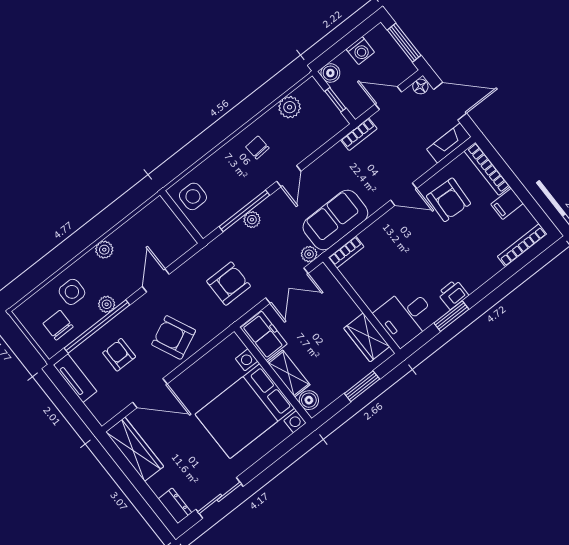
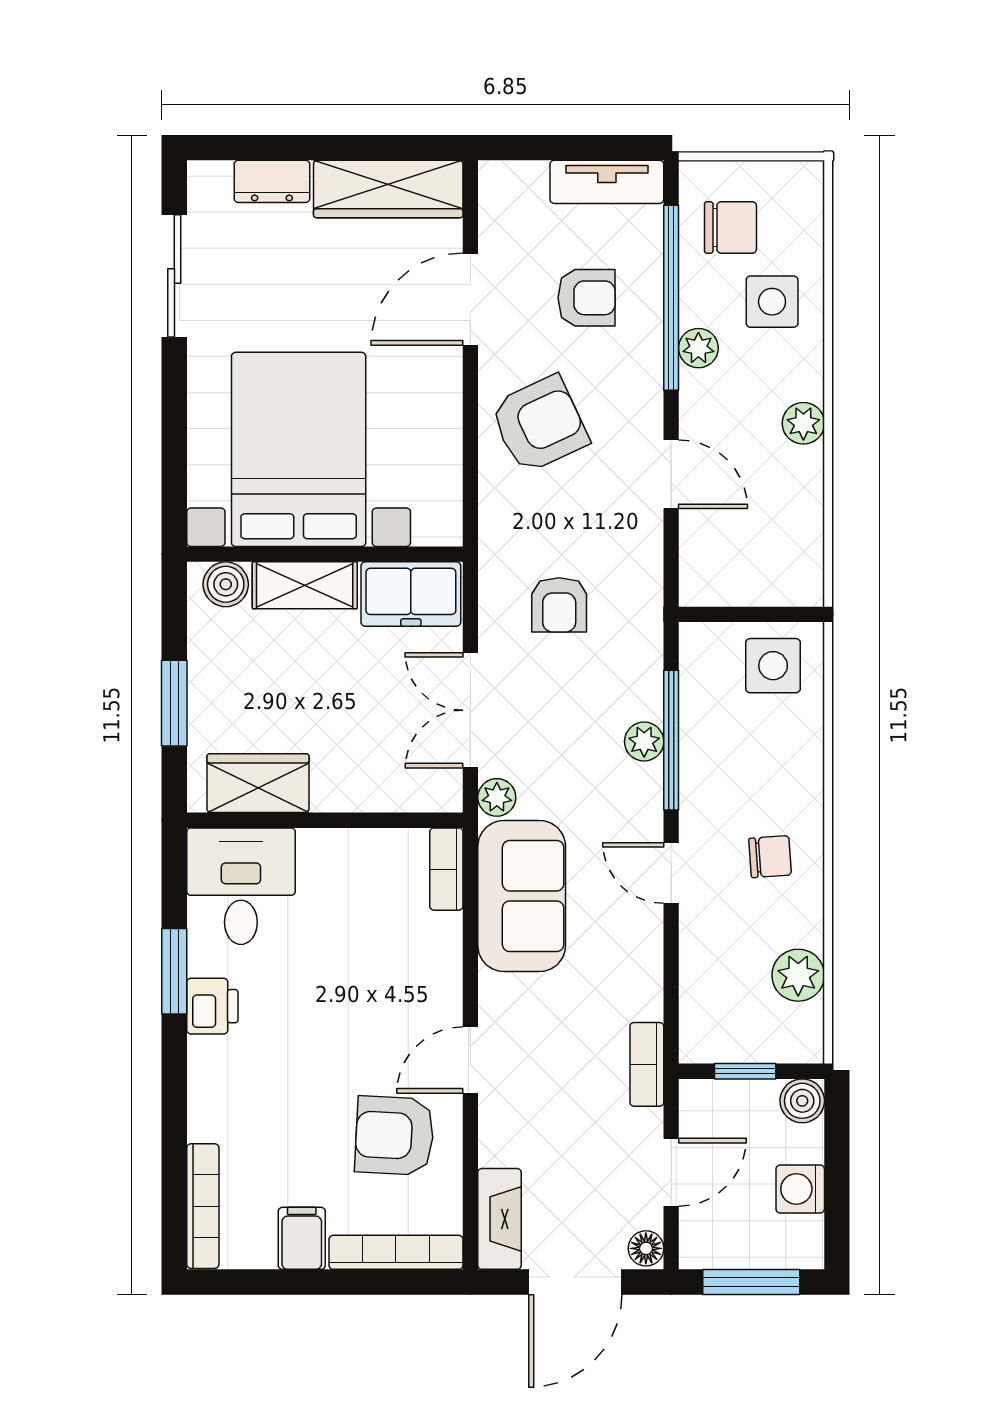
armchair: (229, 284) -> (559, 605), width x0.72, depth x0.72
dresser: (175, 506) -> (272, 181), moved

